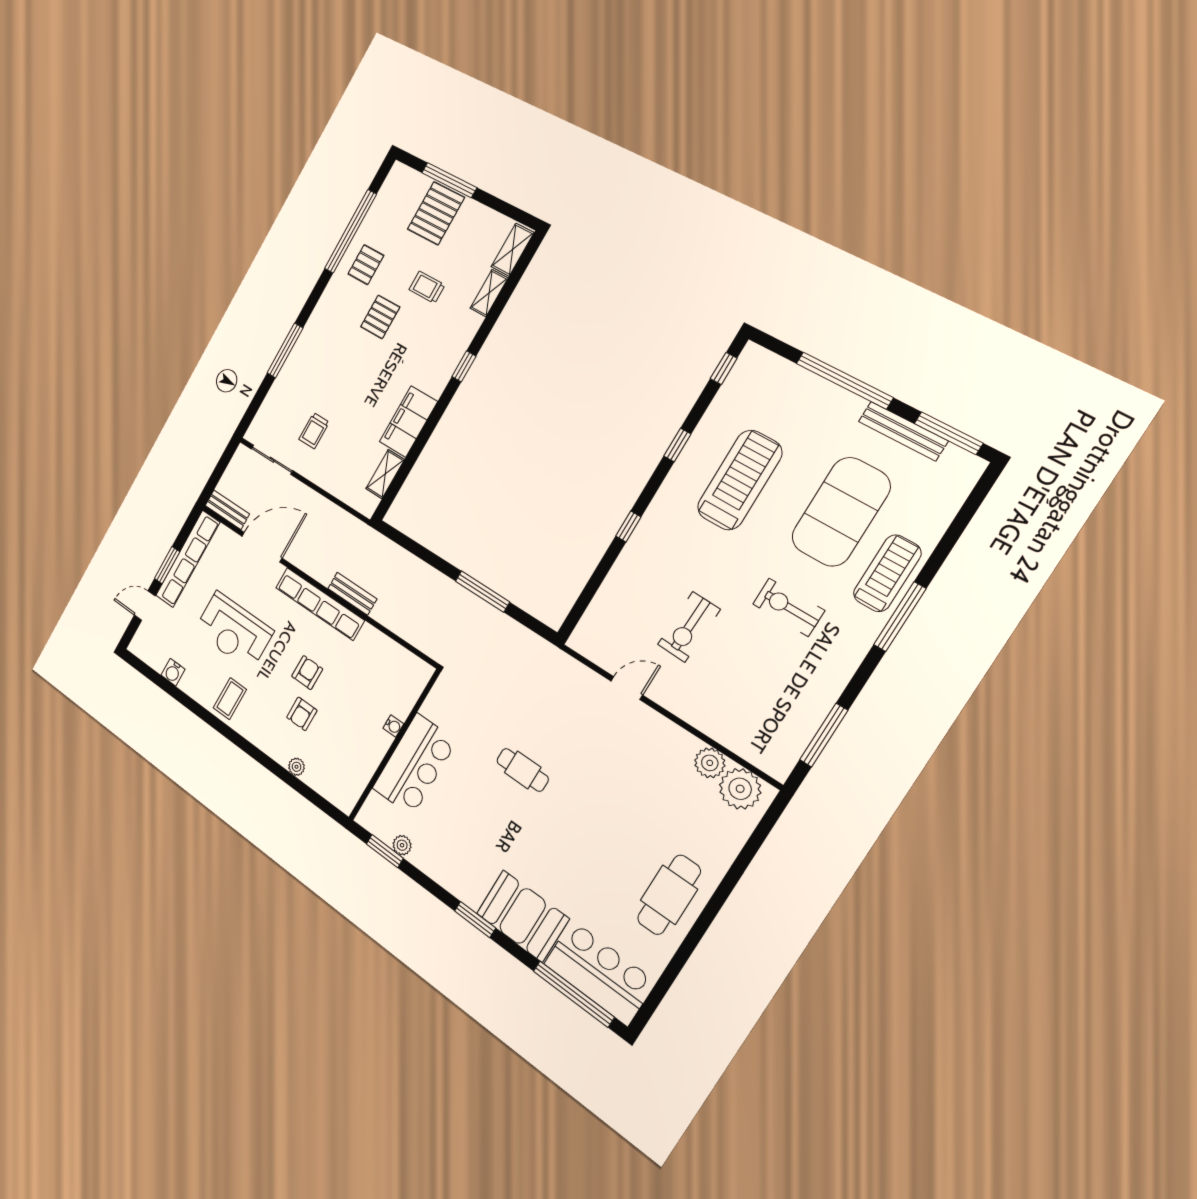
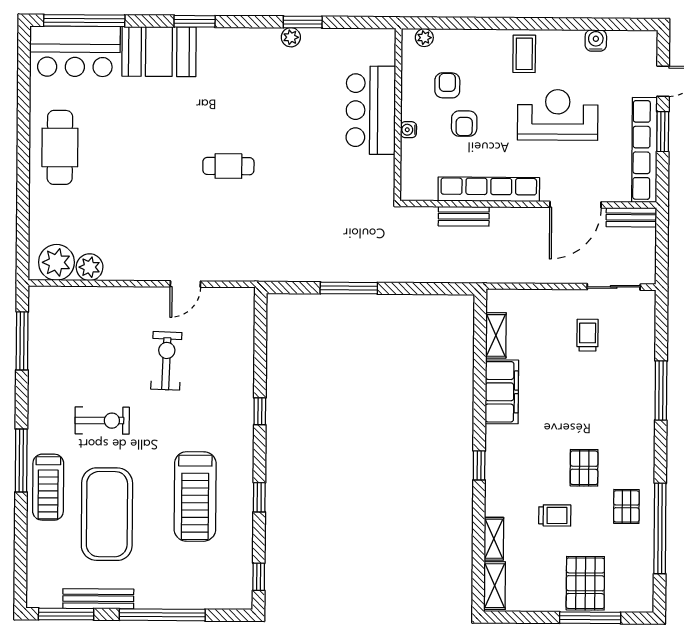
water cooler: (393, 726) -> (409, 130), moved
wall: (394, 745) -> (398, 115), moved
bar counter: (414, 765) -> (371, 110), moved

